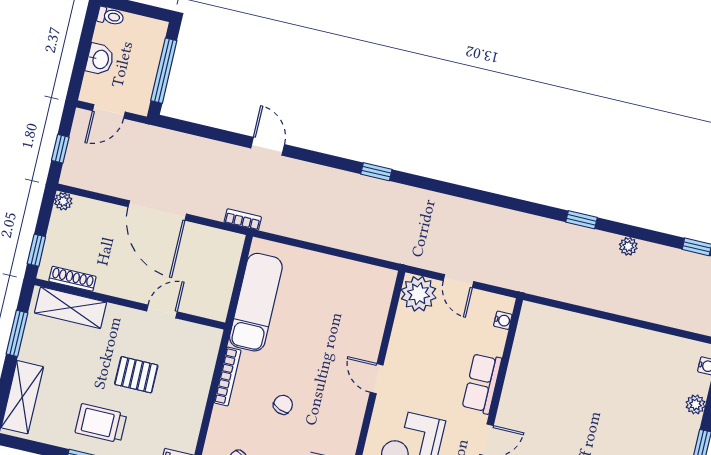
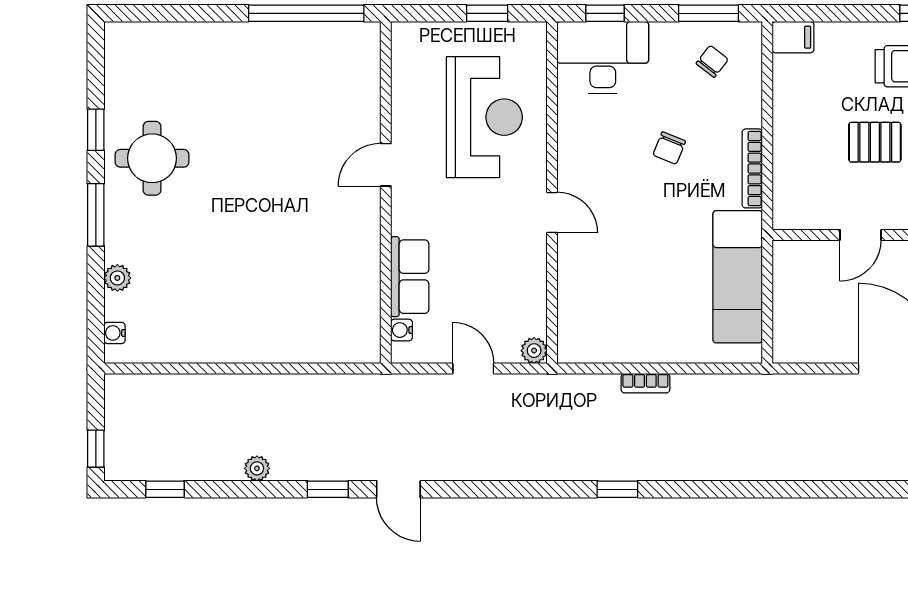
door: (268, 146) -> (398, 489), moved
bookcase: (243, 220) -> (645, 383), moved
plant: (419, 294) -> (534, 351), width x0.53, depth x0.53
row of seats: (482, 383) -> (410, 277), moved

